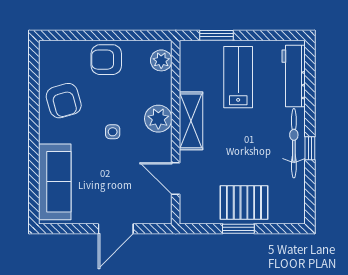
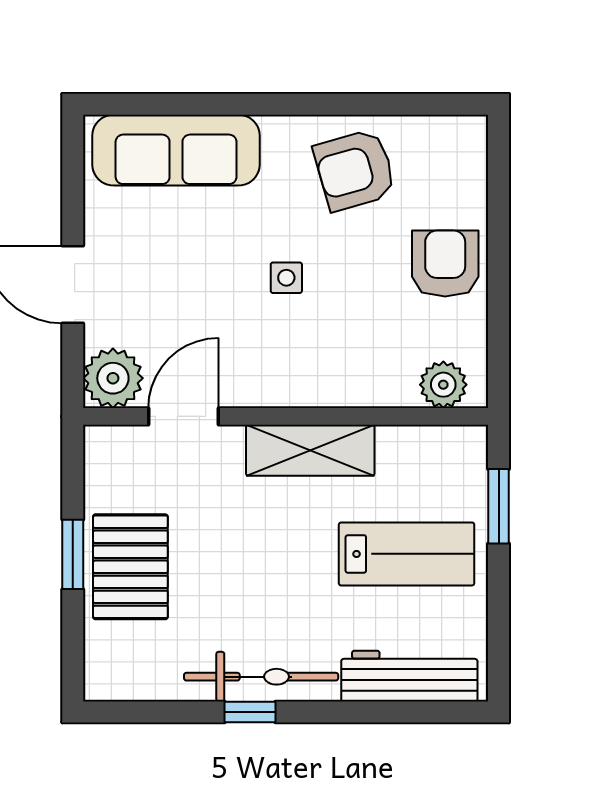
plant: (158, 119) -> (113, 378), moved

